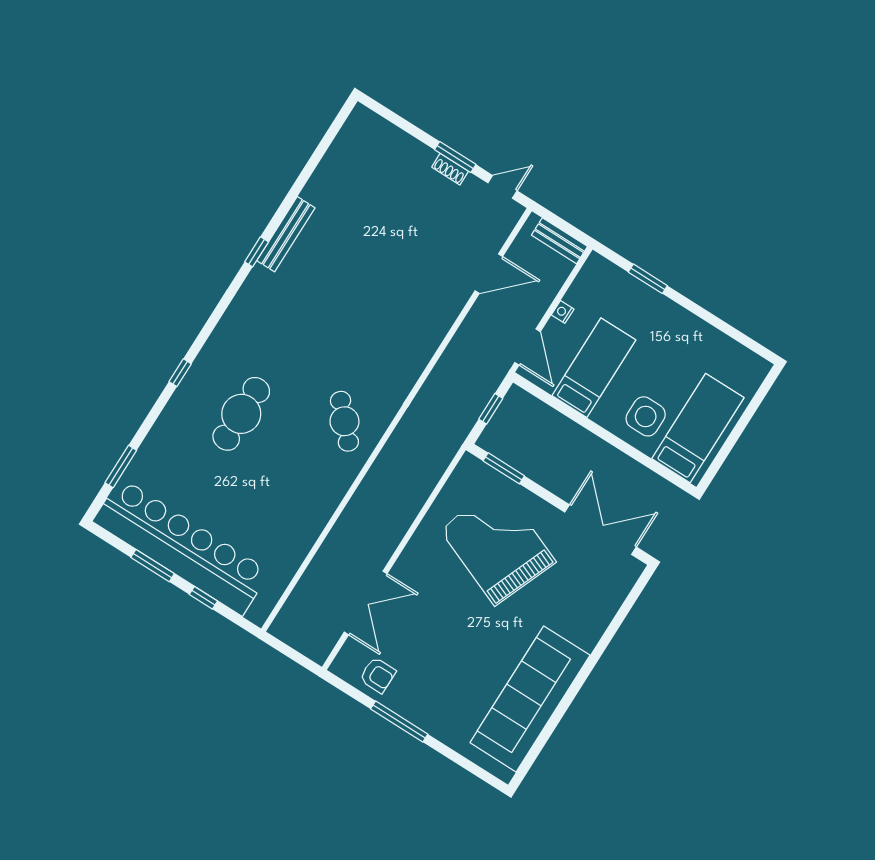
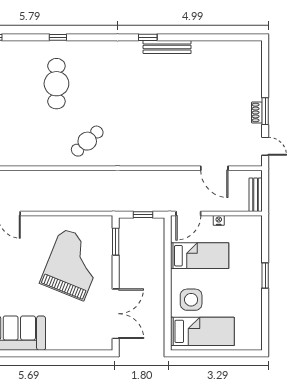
window: (648, 279) -> (265, 276), moved
cafe table: (241, 414) -> (56, 84), turned 90

